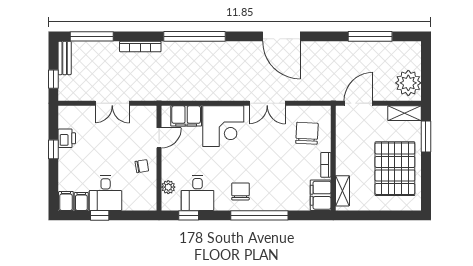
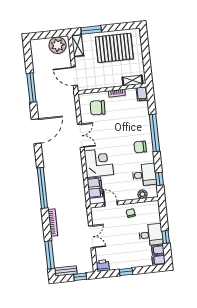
window: (370, 36) -> (31, 88), moved
printer: (67, 138) -> (103, 265), moved
filing cabinet: (321, 195) -> (142, 94), width x0.50

